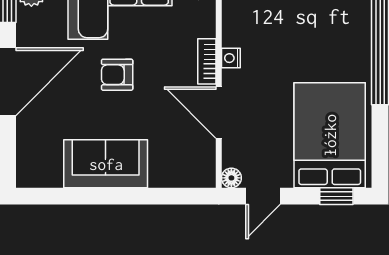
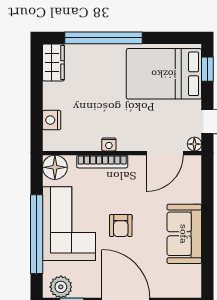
bookcase: (207, 61) -> (102, 162), width x1.56
door: (219, 113) -> (165, 153), moved

